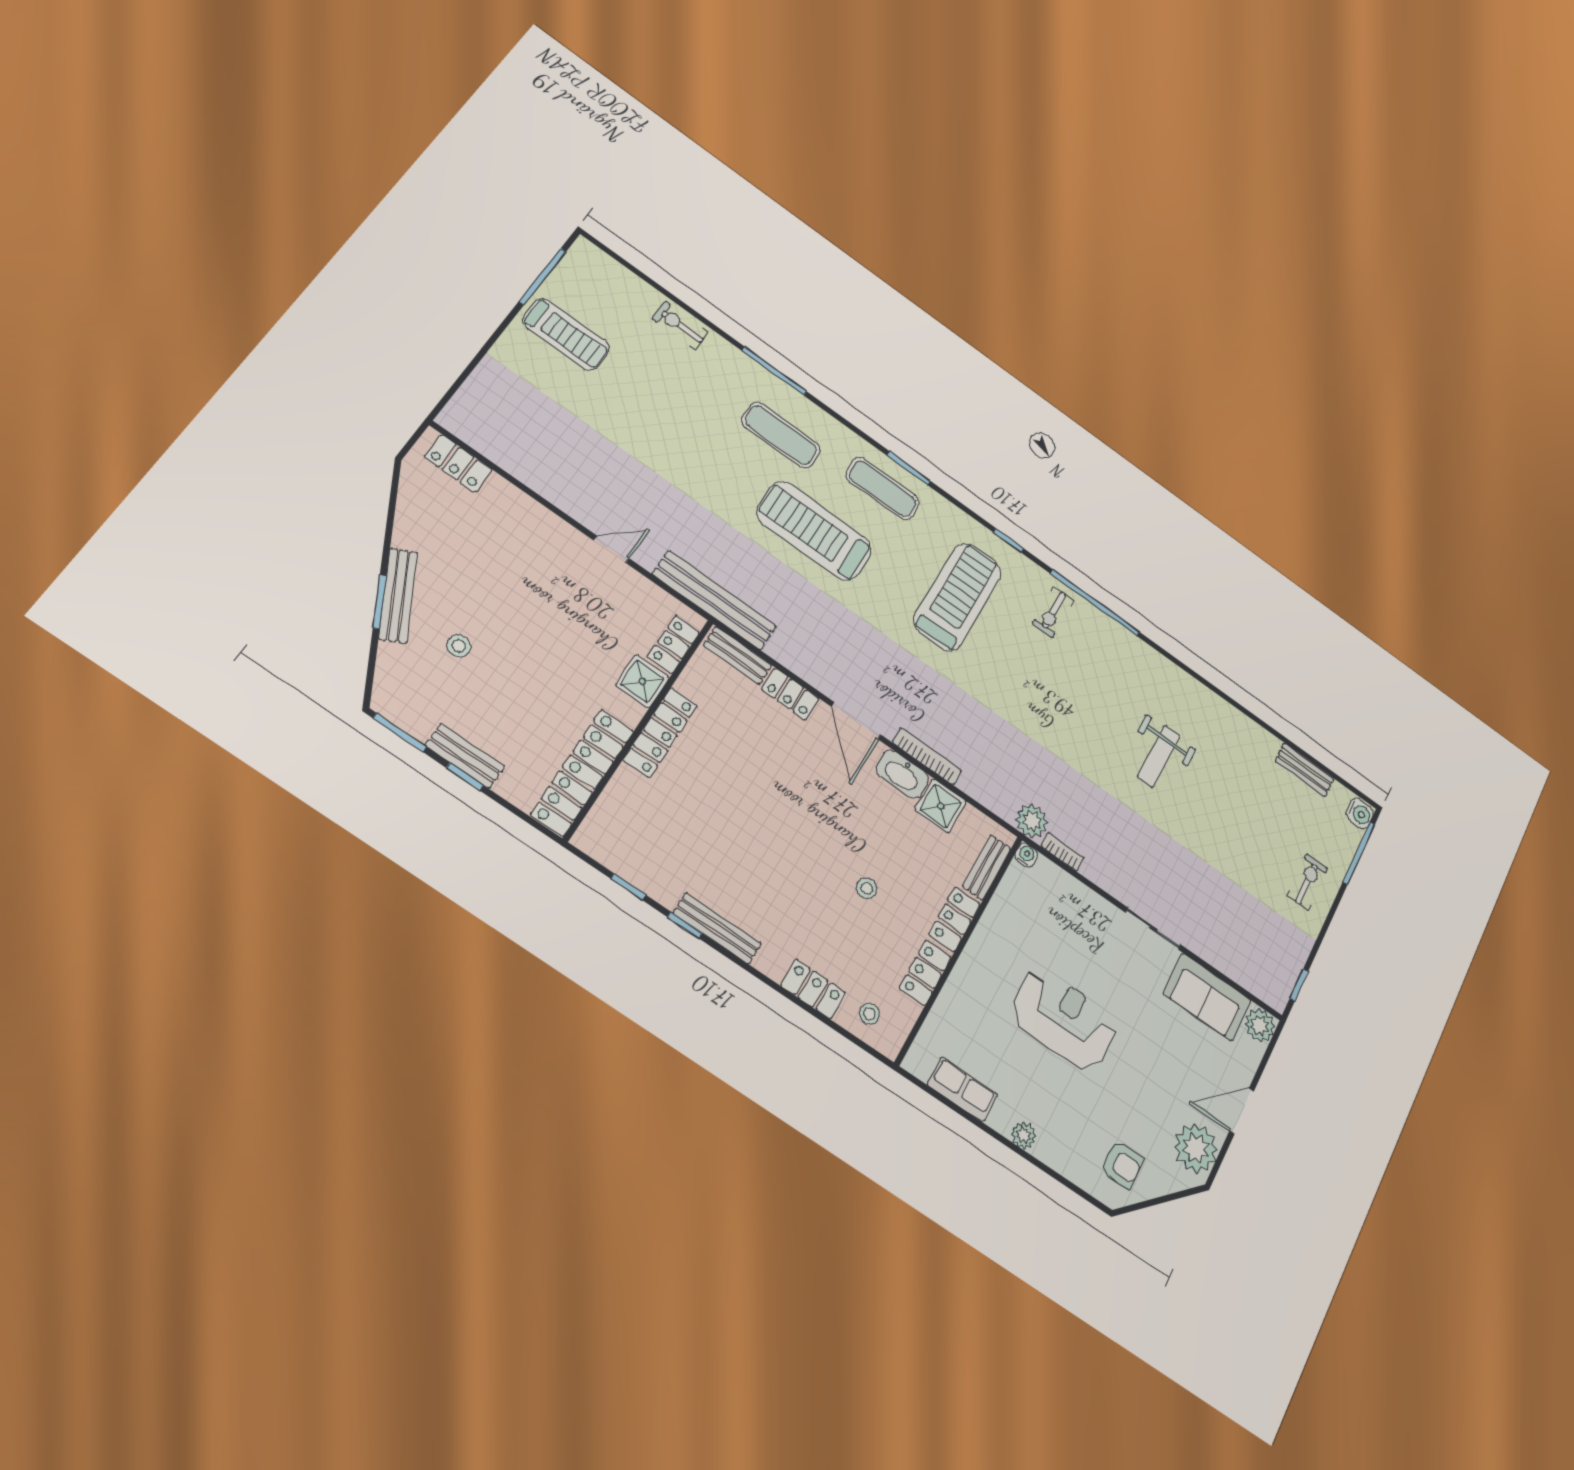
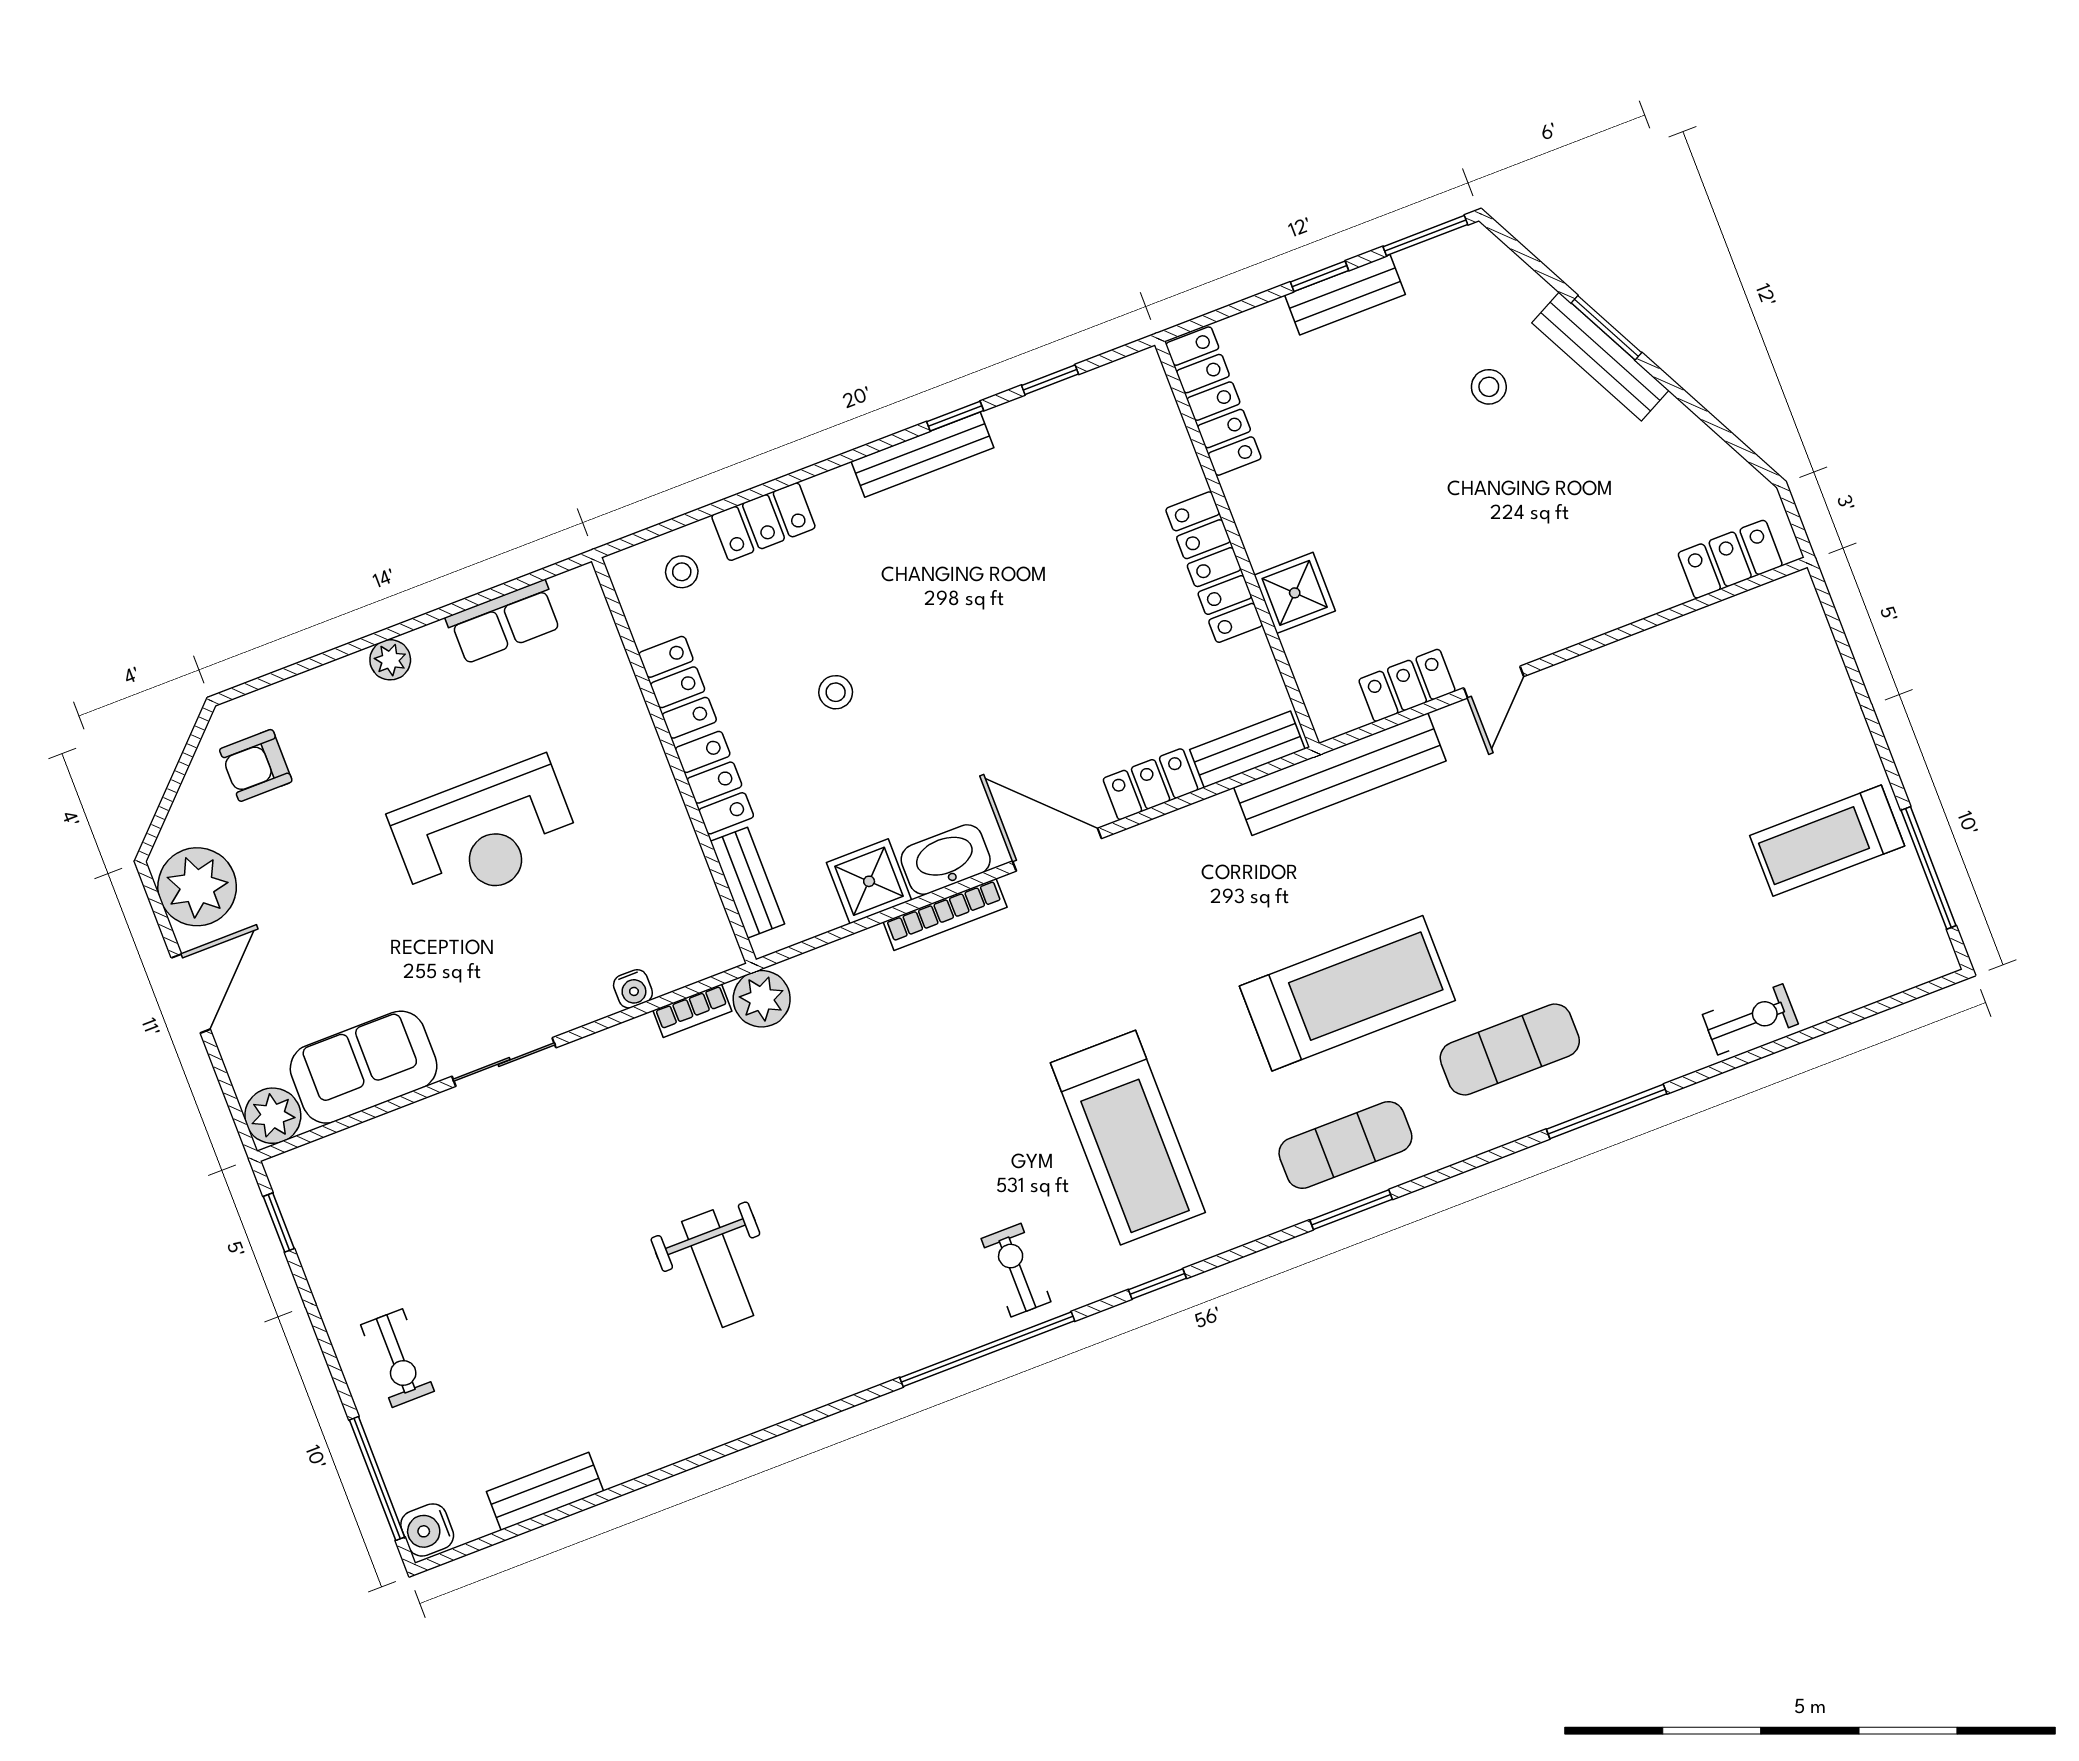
locker: (674, 645) -> (1407, 685), moved, turned -90
weight bench: (1159, 756) -> (718, 1269), turned 180
locker: (583, 772) -> (1213, 401), width x0.71, depth x0.83
water cooler: (1026, 855) -> (633, 989), moved

